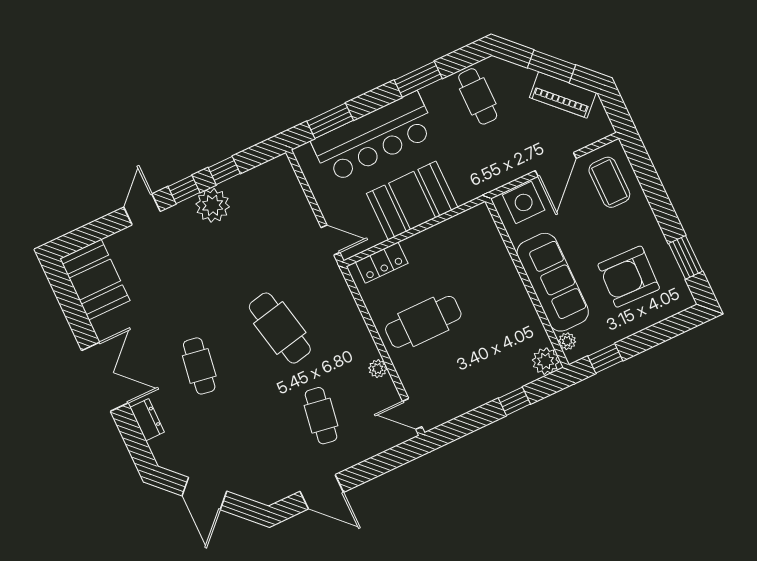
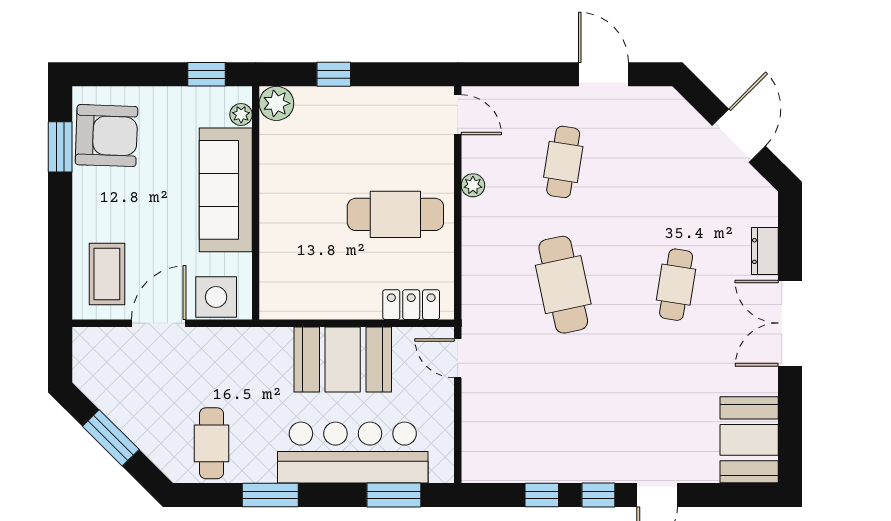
piano: (563, 95) -> (113, 399), removed
plant: (213, 205) -> (574, 461), removed
armchair: (629, 277) -> (107, 136), moved

